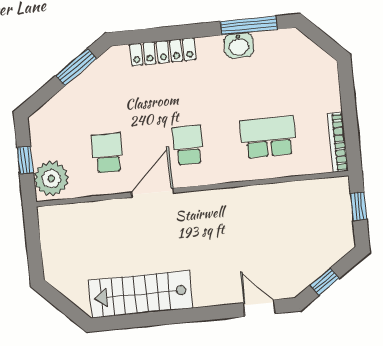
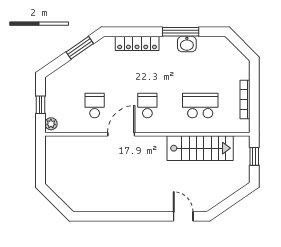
window: (249, 25) -> (181, 32), moved
bookcase: (338, 142) -> (245, 99), moved
plant: (51, 179) -> (51, 124), width x0.53, depth x0.53
window: (325, 282) -> (227, 203), removed
stairs: (141, 294) -> (200, 148), moved, turned 180

